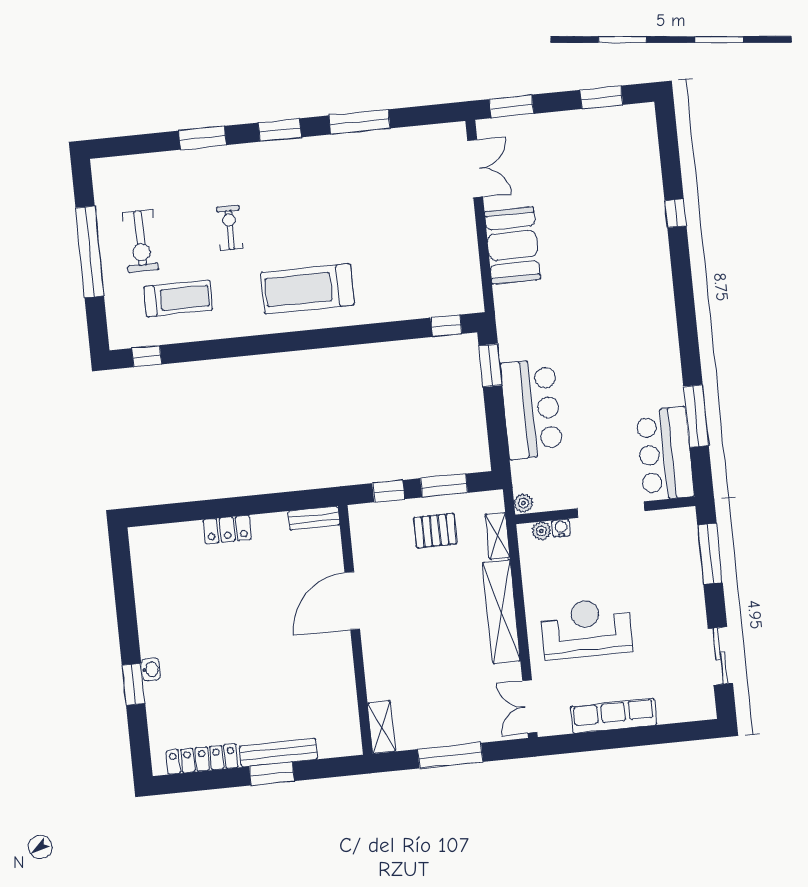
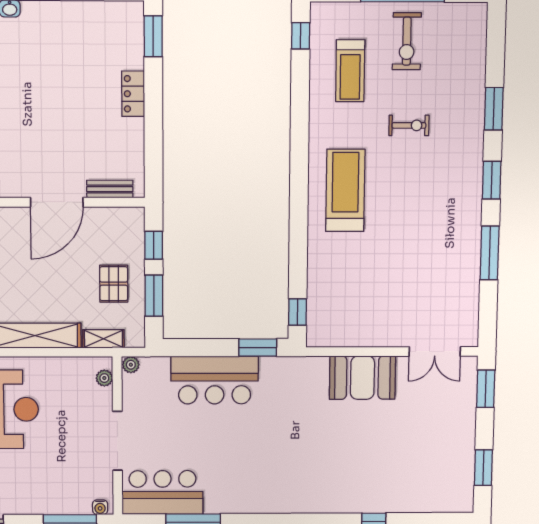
exercise bike: (140, 241) -> (407, 41), turned -90
window: (164, 514) -> (153, 36), added
bench: (314, 518) -> (110, 189), moved, turned 90
water cooler: (561, 528) -> (100, 507), moved, turned 90
door: (352, 601) -> (57, 202), swing flipped

